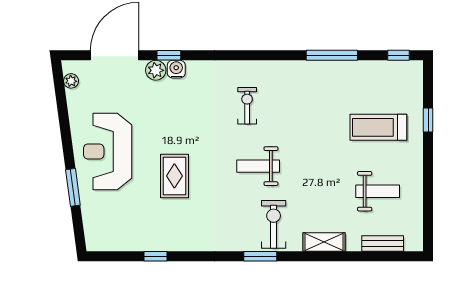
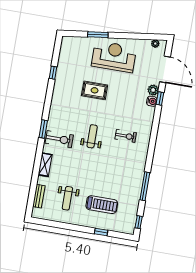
treadmill: (378, 127) -> (102, 205), turned 90

